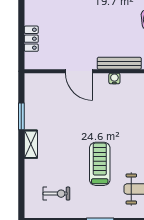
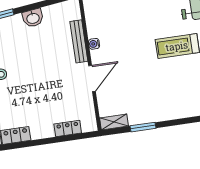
shelving: (31, 144) -> (114, 122), moved

